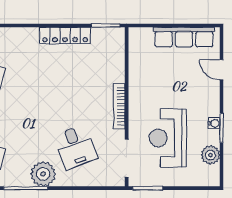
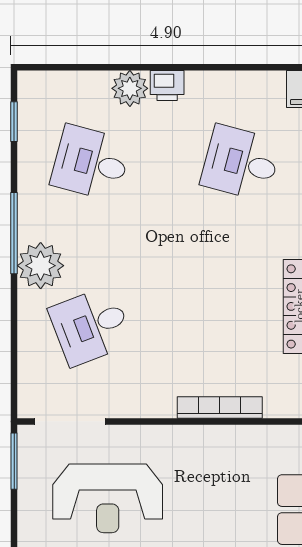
bookcase: (119, 106) -> (220, 407), moved
reception desk: (168, 138) -> (108, 498), turned 180

